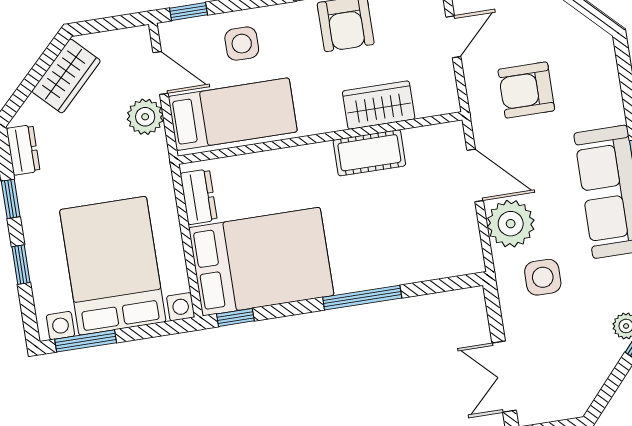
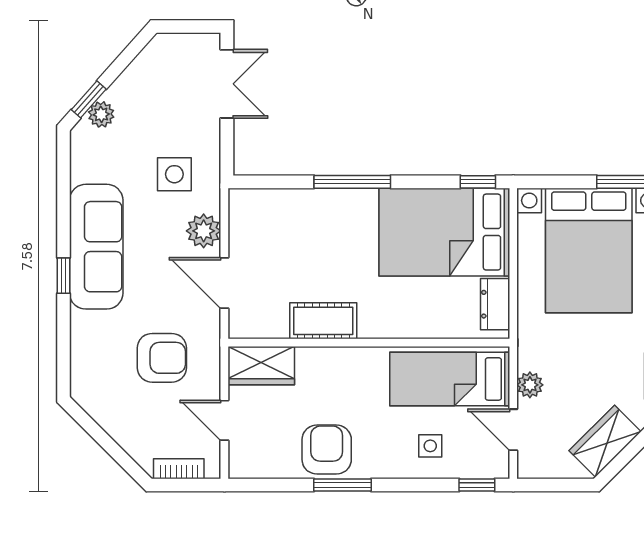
door: (453, 37) -> (224, 420), hinge flipped
side table: (242, 44) -> (430, 446), width x0.73, depth x0.73
wardrobe: (379, 105) -> (261, 366), moved
plant: (145, 117) -> (530, 385), width x0.73, depth x0.73
plant: (511, 224) -> (204, 231), width x0.73, depth x0.73

